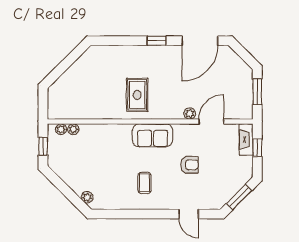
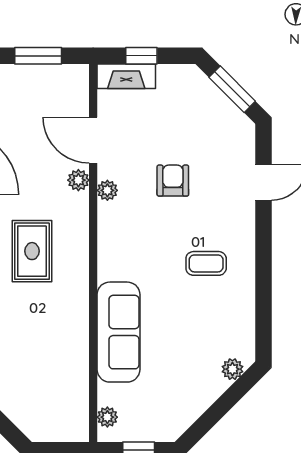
rug: (137, 95) -> (32, 251), moved, turned 90
plant: (73, 129) -> (107, 190), moved
sofa: (153, 135) -> (118, 332), moved, width x1.36

